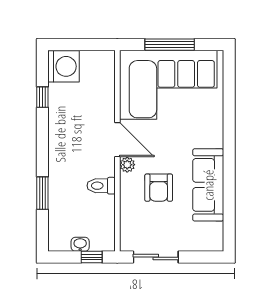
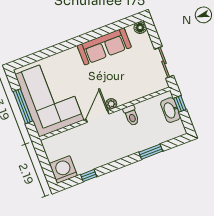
armchair: (159, 188) -> (118, 78), removed
floor lamp: (215, 243) -> (140, 28), added
washbasin: (80, 244) -> (170, 110), width x1.91, depth x1.45

